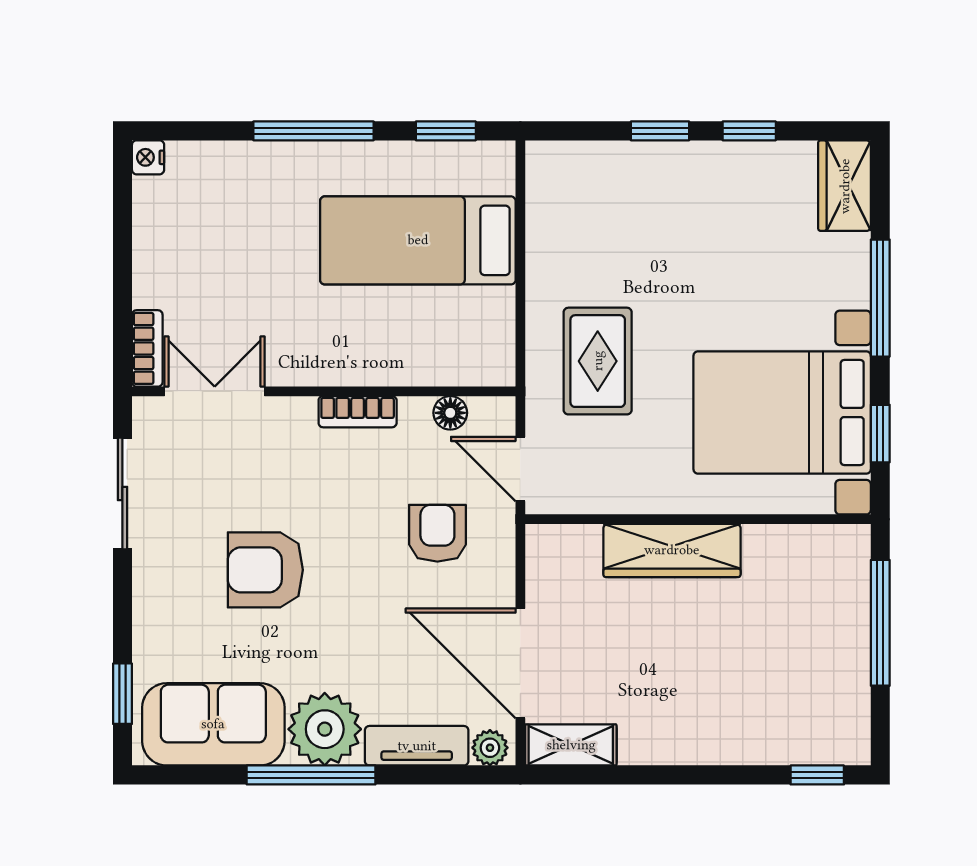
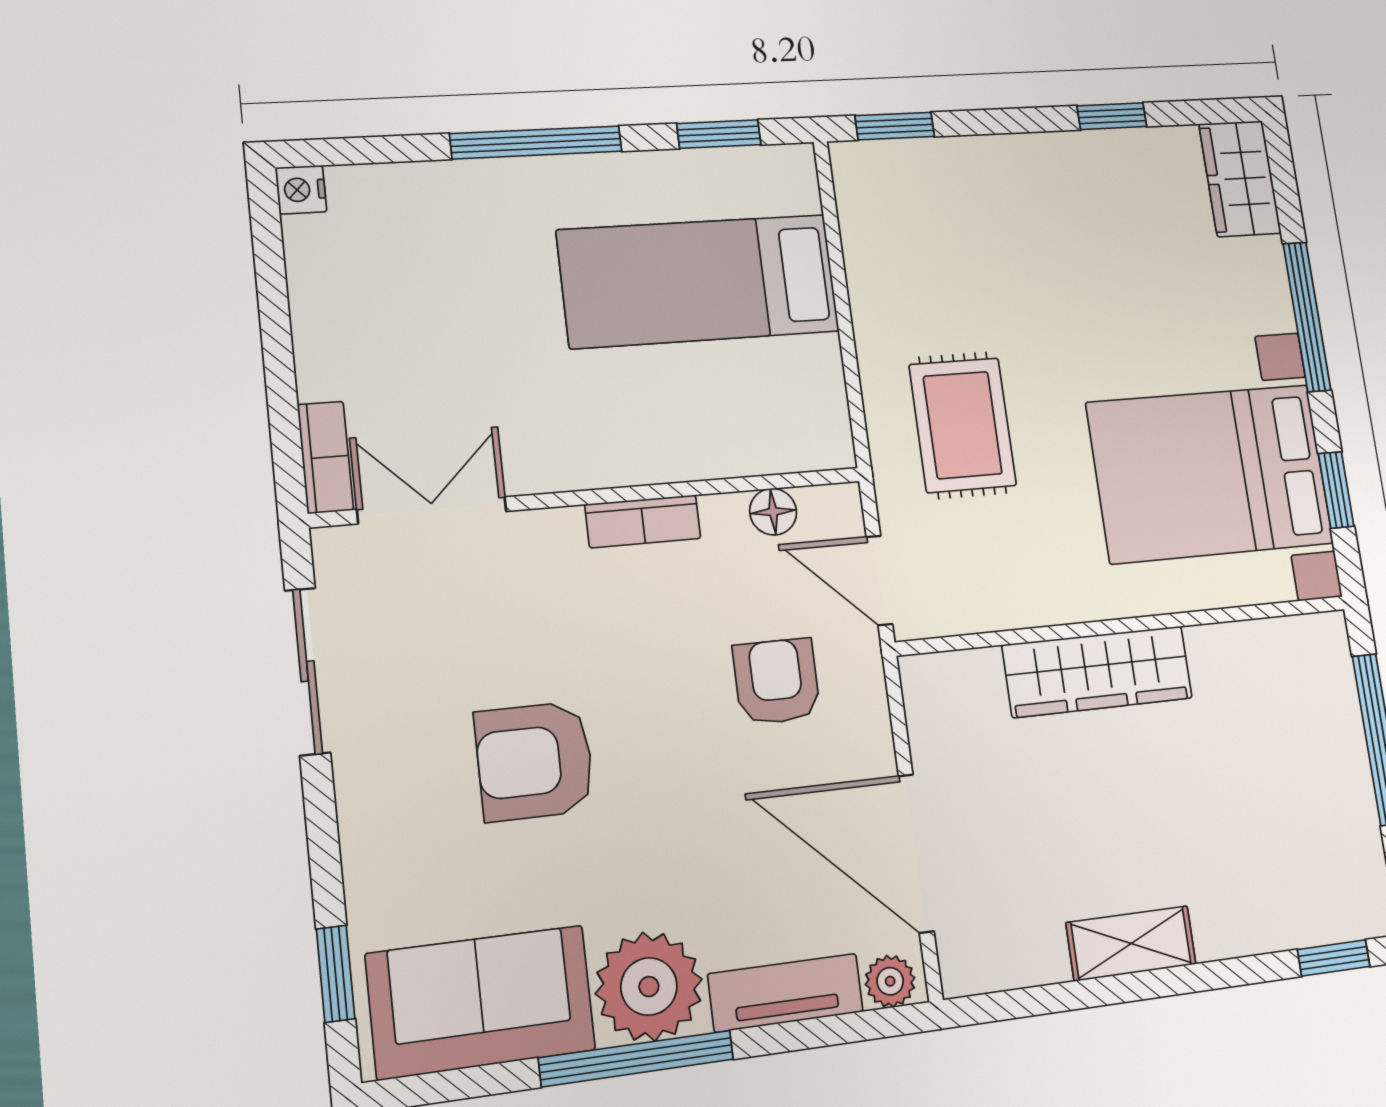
window: (660, 131) -> (895, 126), moved
shelving: (571, 745) -> (1131, 943), moved

